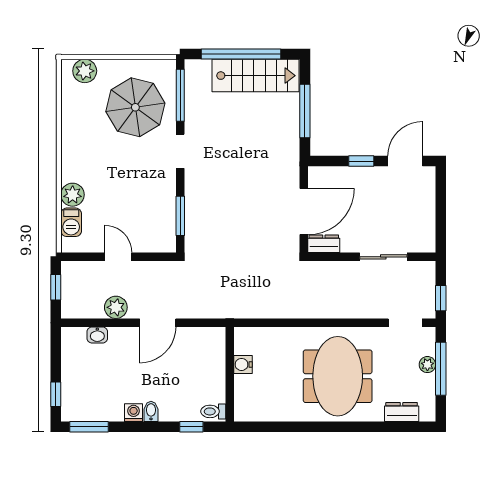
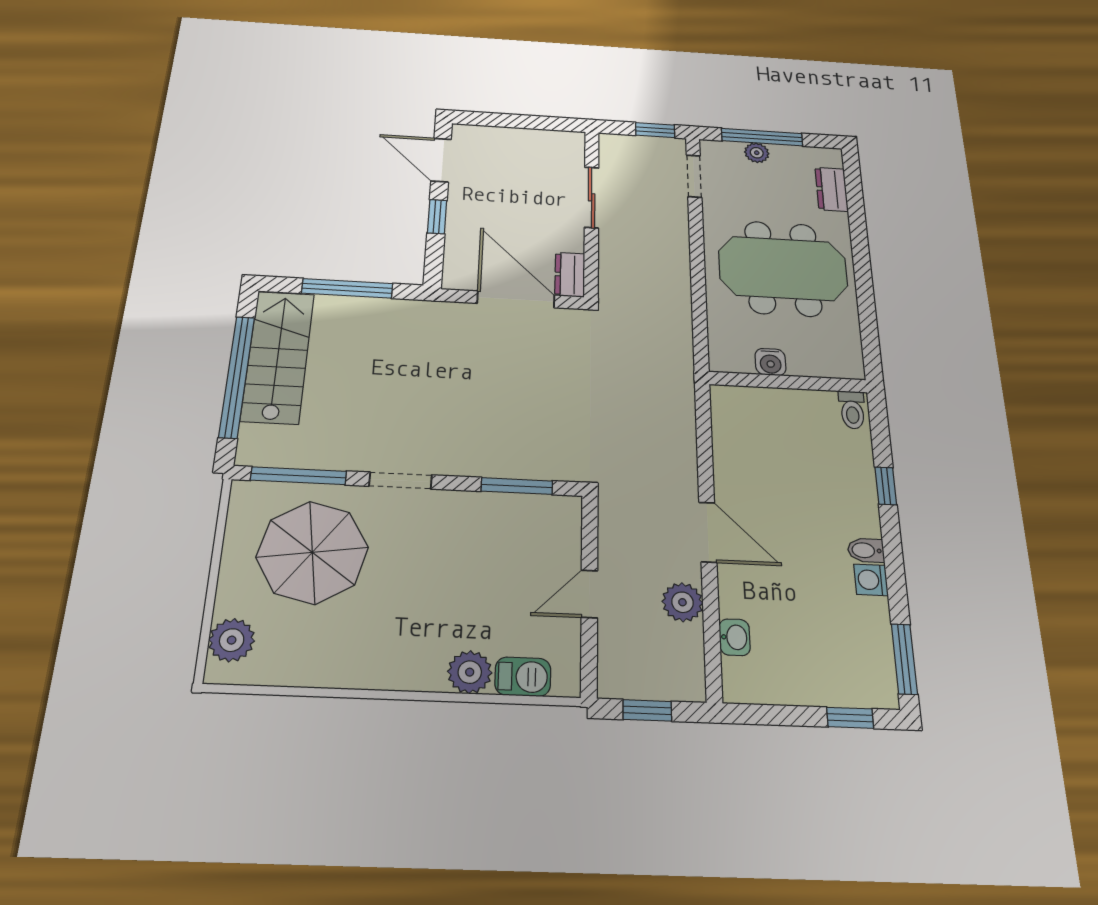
water cooler: (243, 364) -> (771, 362), moved
wall: (230, 374) -> (788, 382), moved
toilet: (213, 411) -> (852, 410), moved

